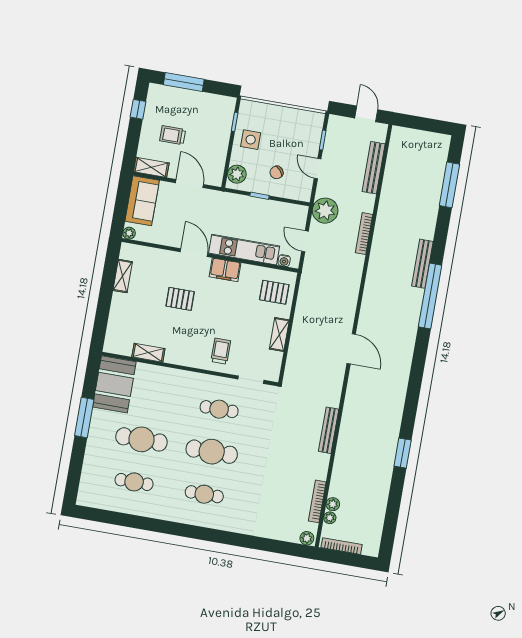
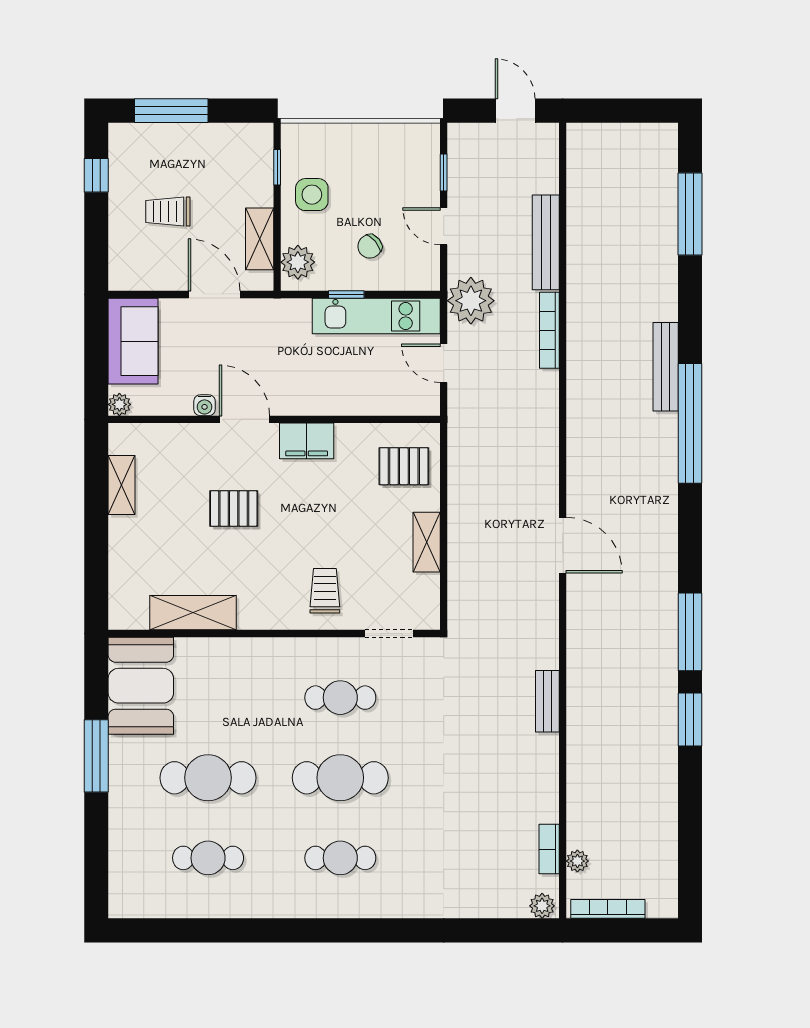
shelving: (151, 167) -> (260, 239), moved, turned 90
bench: (374, 168) -> (546, 242), moved
kitchen unit: (244, 250) -> (376, 316), moved, turned 180
water cooler: (284, 261) -> (205, 405), moved
shelving: (148, 353) -> (193, 613), width x1.50, depth x1.33
window: (411, 407) -> (690, 632), added
bench: (329, 430) -> (547, 701), width x0.73
bookcase: (317, 501) -> (549, 849), width x0.64
plant: (333, 504) -> (579, 835), removed

